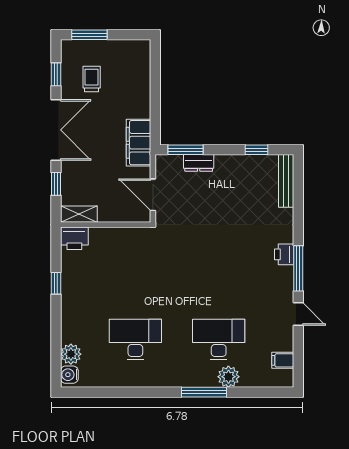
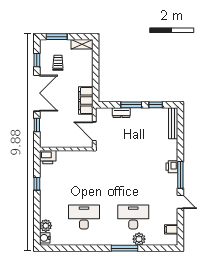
window: (186, 150) -> (131, 105), moved
shelving: (79, 214) -> (82, 44), moved

